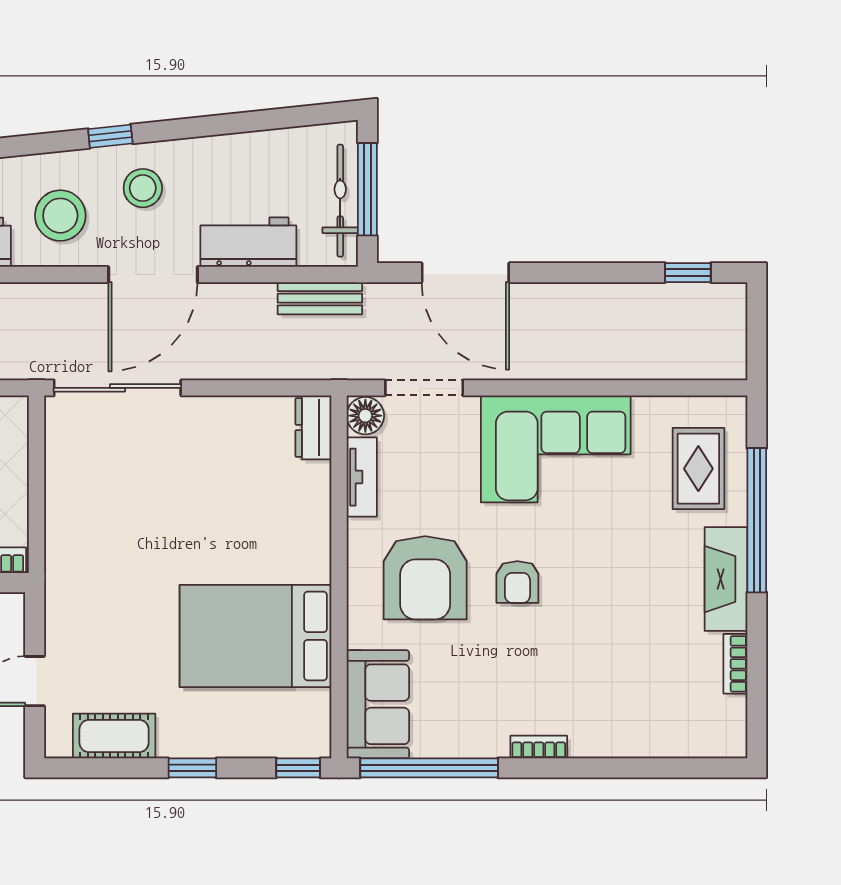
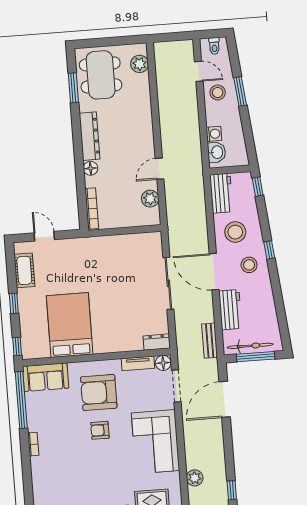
plant: (651, 360) -> (195, 478), added
sliding door: (117, 388) -> (168, 283), moved

